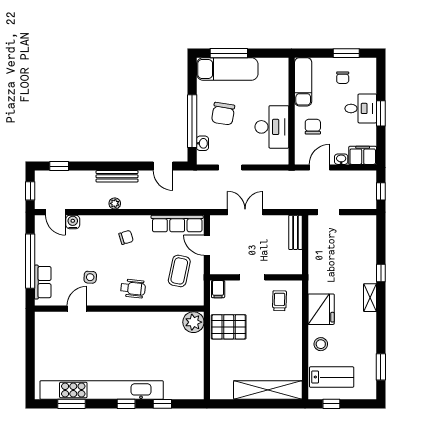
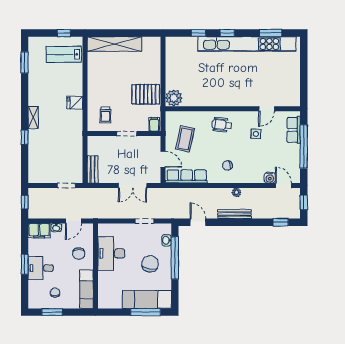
fridge: (321, 309) -> (75, 103), width x0.53, depth x0.75
stool: (321, 344) -> (72, 81), removed

